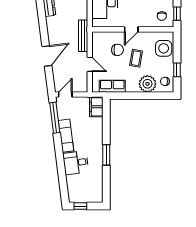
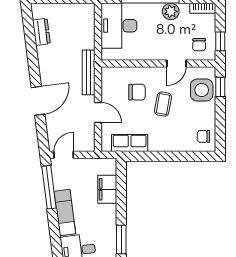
door: (131, 29) -> (177, 63), moved
window: (177, 70) -> (220, 87), moved
plant: (147, 84) -> (179, 140), removed
filing cabinet: (96, 107) -> (107, 189), moved

